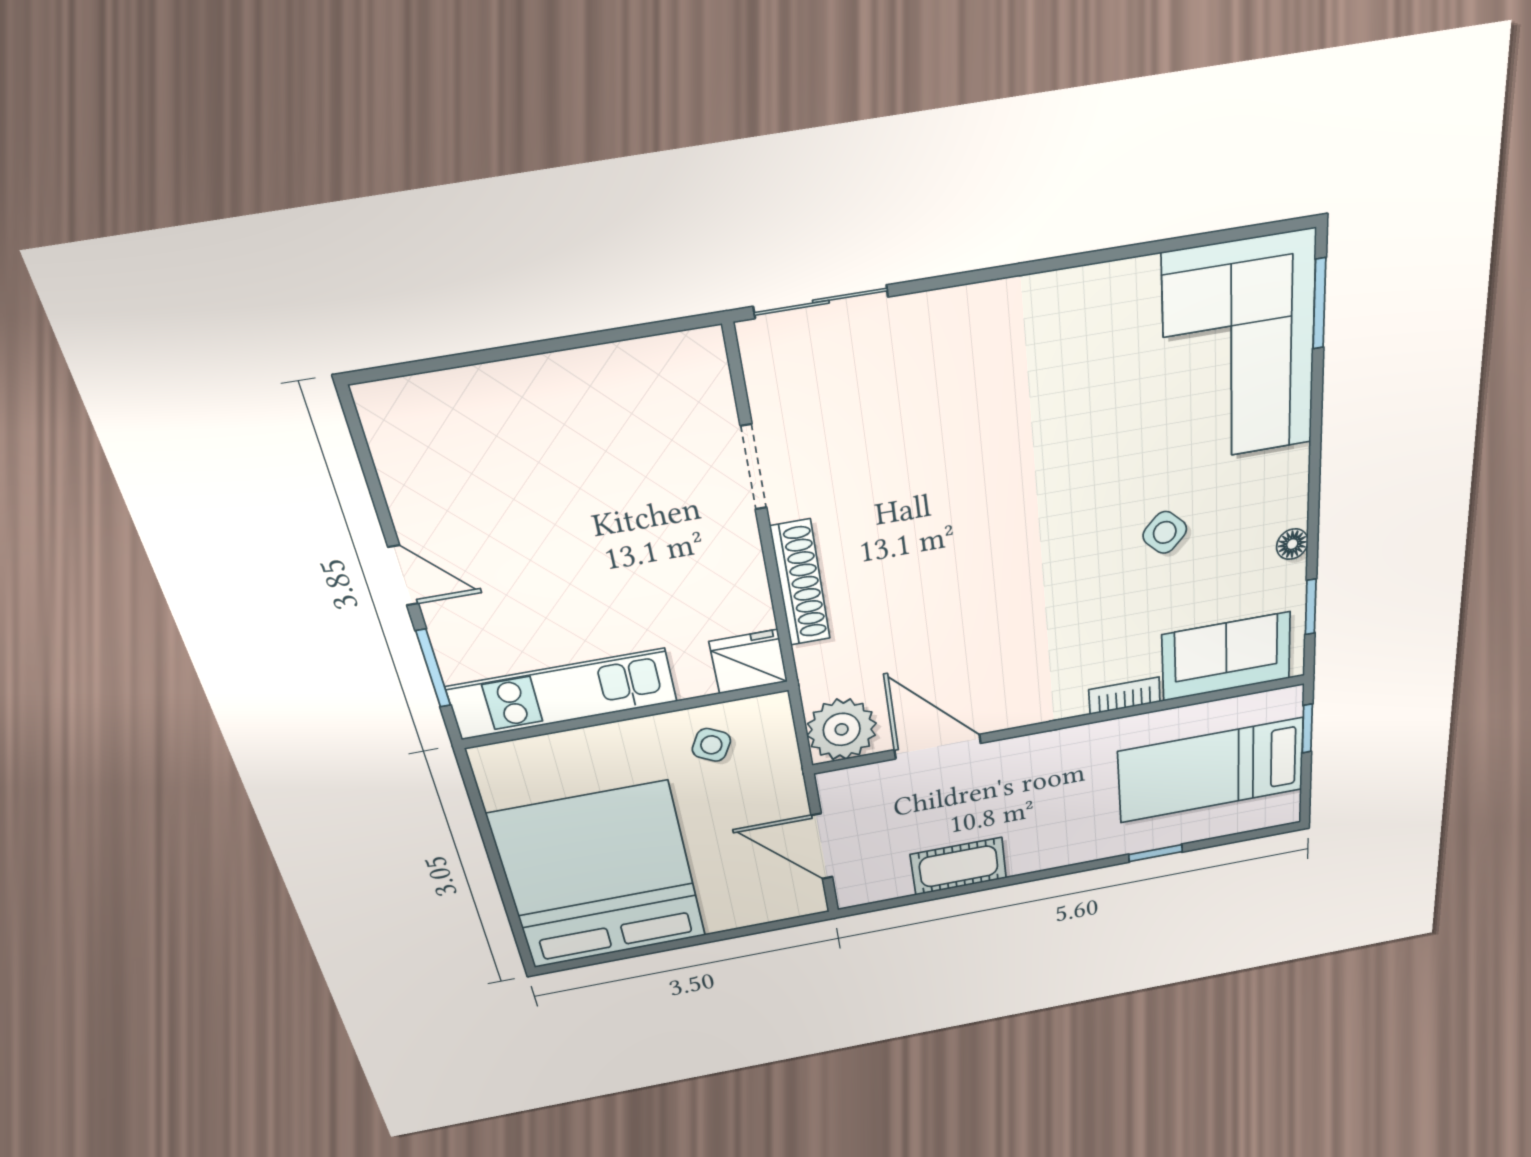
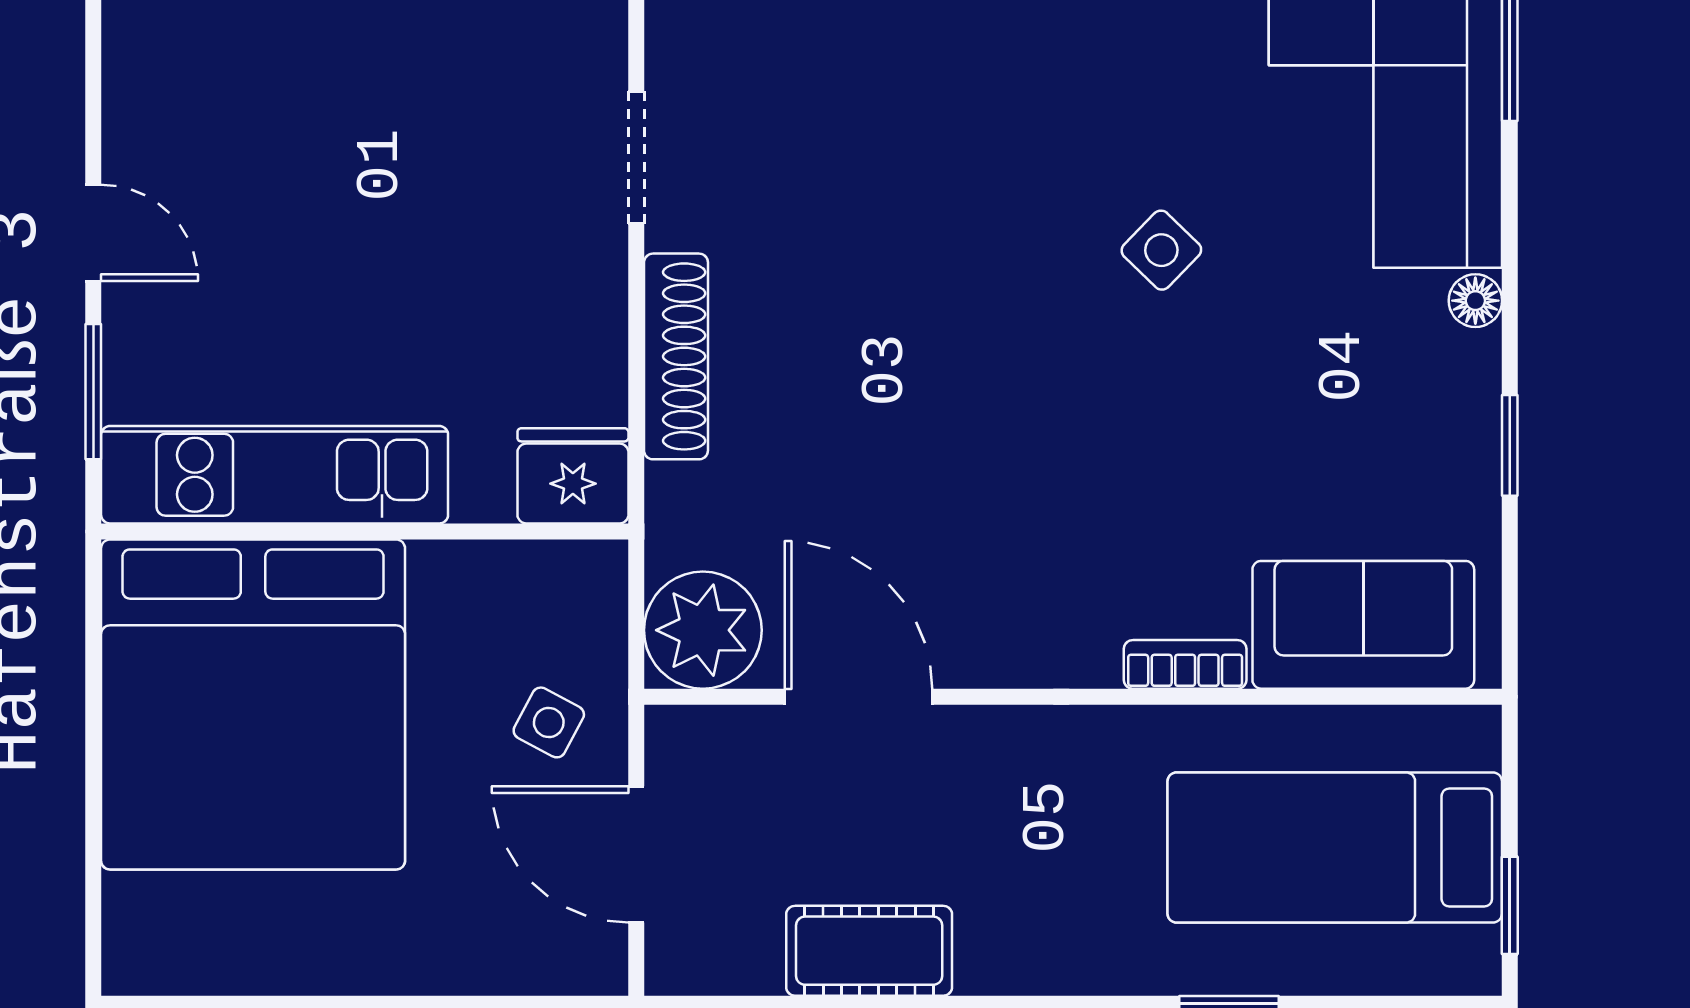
side table: (1165, 532) -> (1161, 250), moved
floor lamp: (1292, 544) -> (1475, 301), moved
window: (1311, 607) -> (1510, 445), moved
window: (1307, 729) -> (1510, 905), moved
side table: (711, 745) -> (549, 722), moved
bed: (599, 876) -> (253, 704), moved, turned 180

